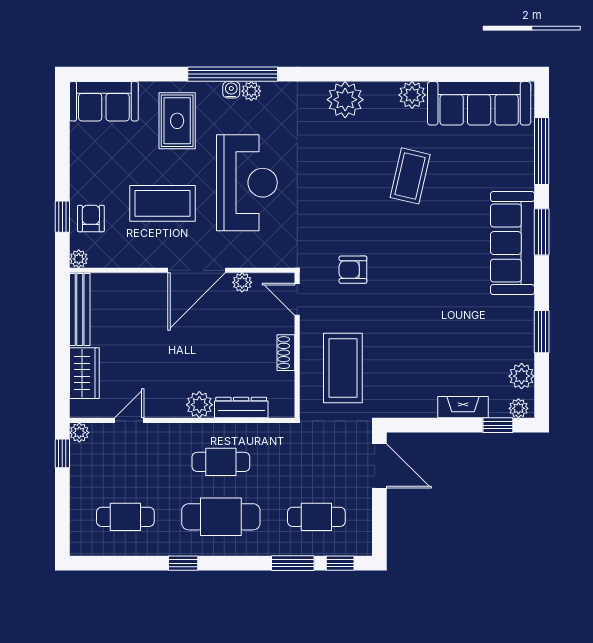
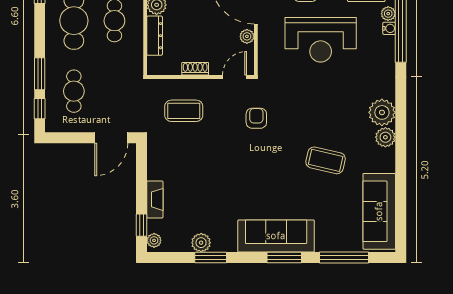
plant: (251, 91) -> (388, 14), moved
plant: (412, 95) -> (385, 137), moved
coffee table: (343, 368) -> (184, 111), width x0.73, depth x0.76
plant: (522, 376) -> (201, 243), moved

